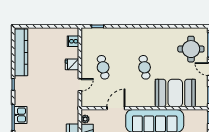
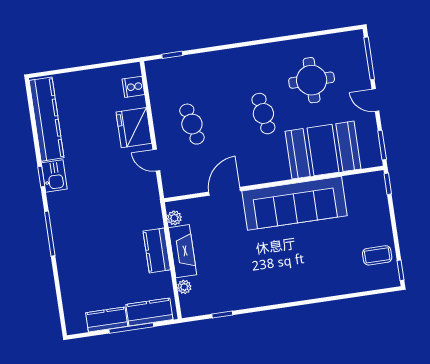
round table: (191, 49) -> (312, 80), moved
fridge: (72, 64) -> (134, 128), width x1.88, depth x1.34
door: (80, 85) -> (156, 160), swing flipped
kitchen sink: (21, 115) -> (54, 176), moved

